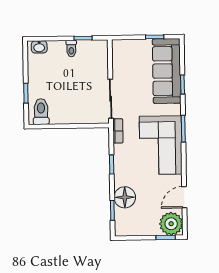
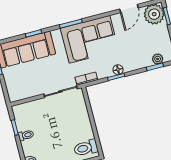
floor lamp: (125, 197) -> (118, 70), moved, width x0.53, depth x0.53
door: (184, 197) -> (129, 9), hinge flipped
plant: (120, 215) -> (158, 59), added

